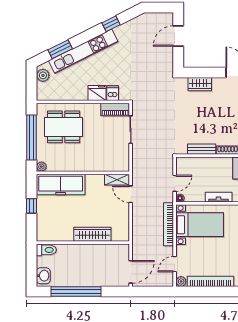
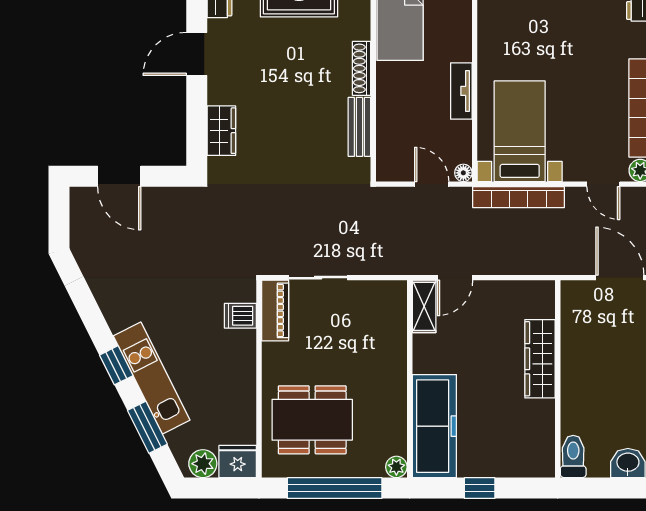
window: (111, 24) -> (116, 365), moved
kitchen unit: (83, 51) -> (152, 378), width x0.73
fridge: (97, 93) -> (238, 462), moved, turned 90
dining table: (64, 127) -> (312, 420), turned 90

